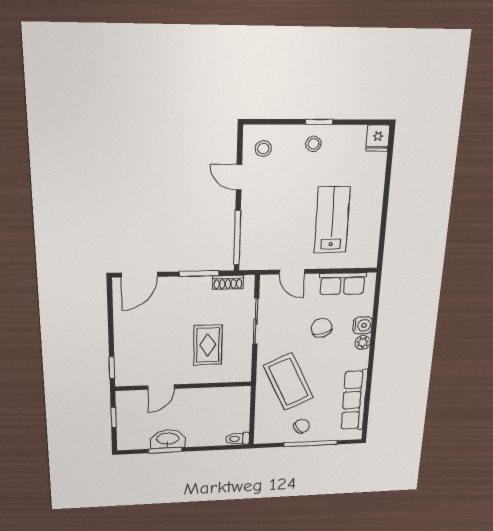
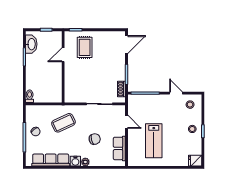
door: (239, 177) -> (176, 93), hinge flipped
lab bench: (332, 220) -> (154, 141), turned 90
door: (292, 272) -> (127, 122), swing flipped
door: (139, 275) -> (127, 44), swing flipped
water cooler: (363, 325) -> (75, 161), moved
rug: (208, 345) -> (85, 47), moved, turned 90
coffee table: (288, 382) -> (63, 123), width x0.73, depth x0.76
door: (161, 387) -> (63, 55), hinge flipped
washbasin: (168, 439) -> (31, 44), moved

